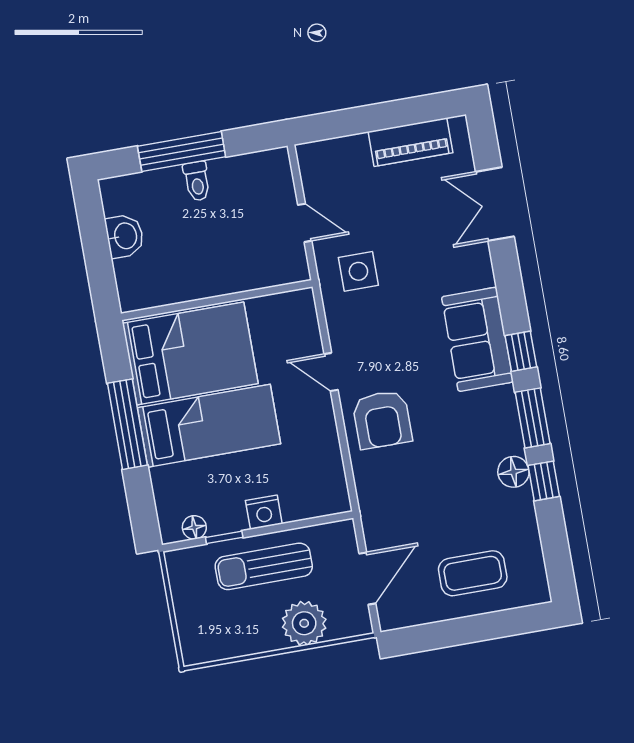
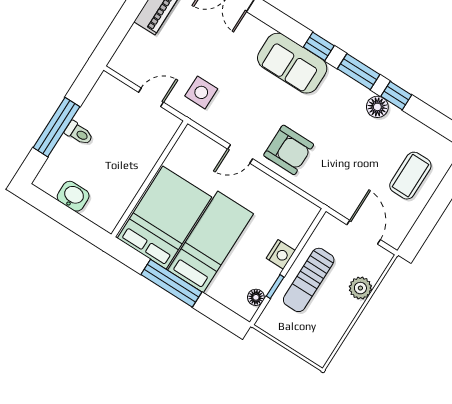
plant: (304, 623) -> (360, 288), width x0.73, depth x0.73

